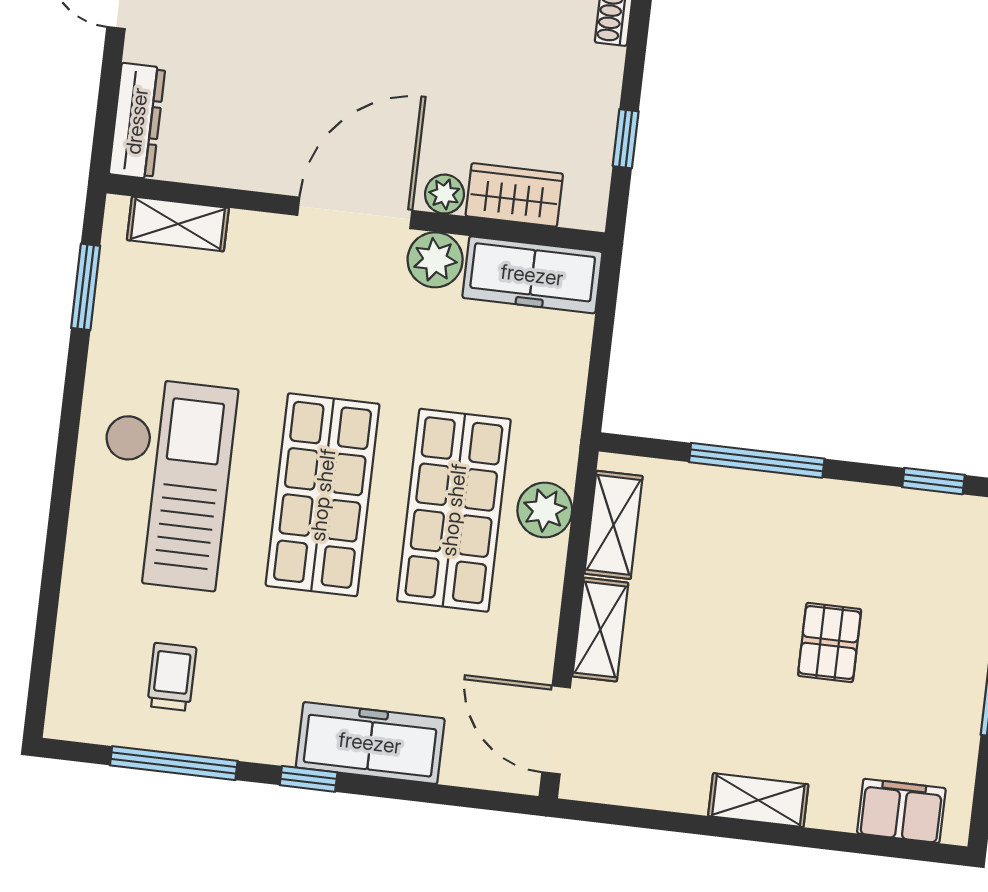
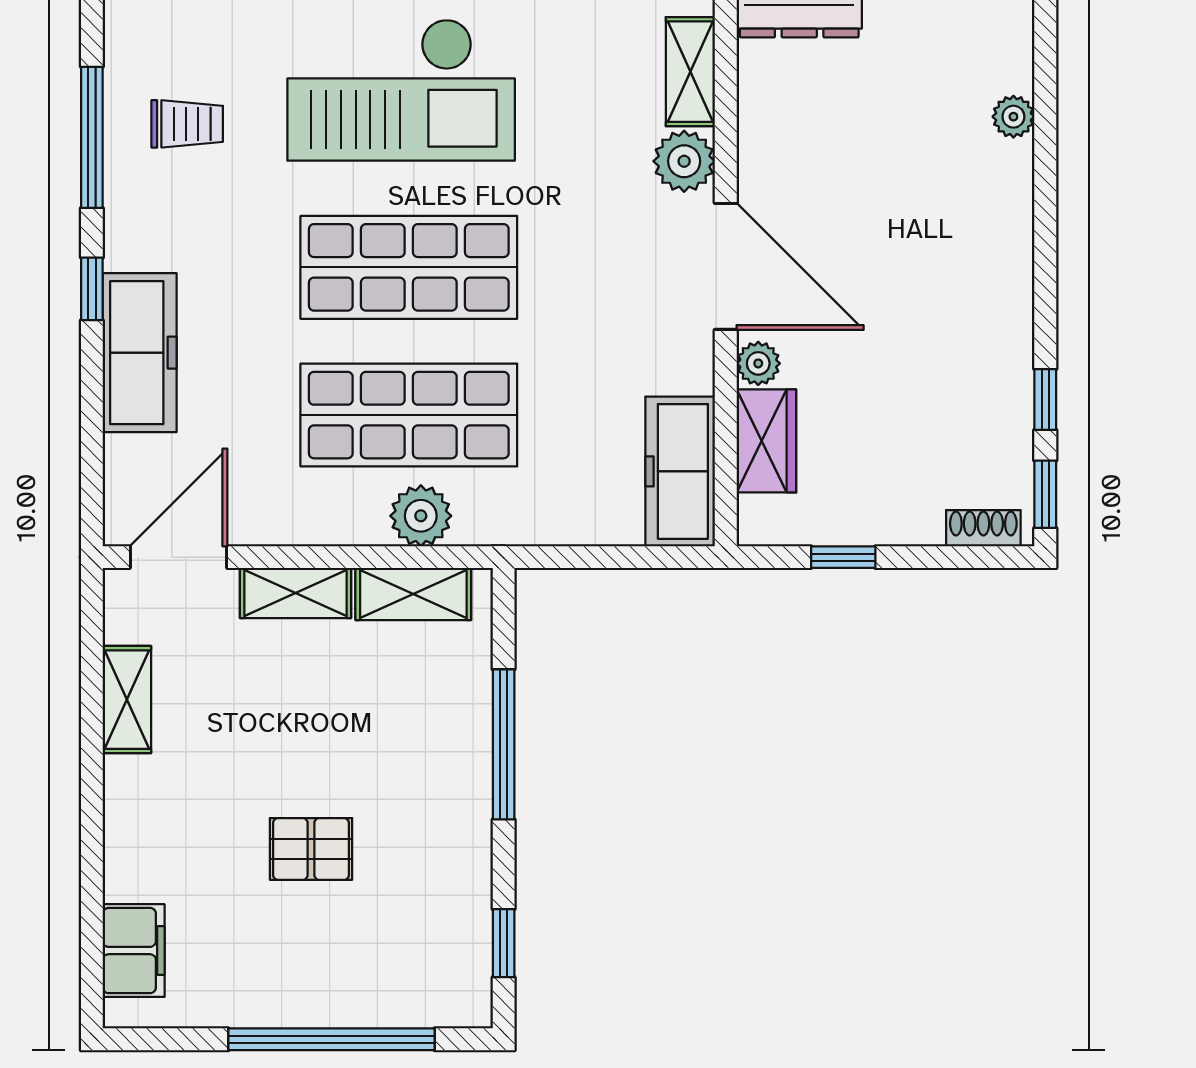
plant: (435, 260) -> (684, 161), moved
shelving: (758, 800) -> (127, 700), moved

